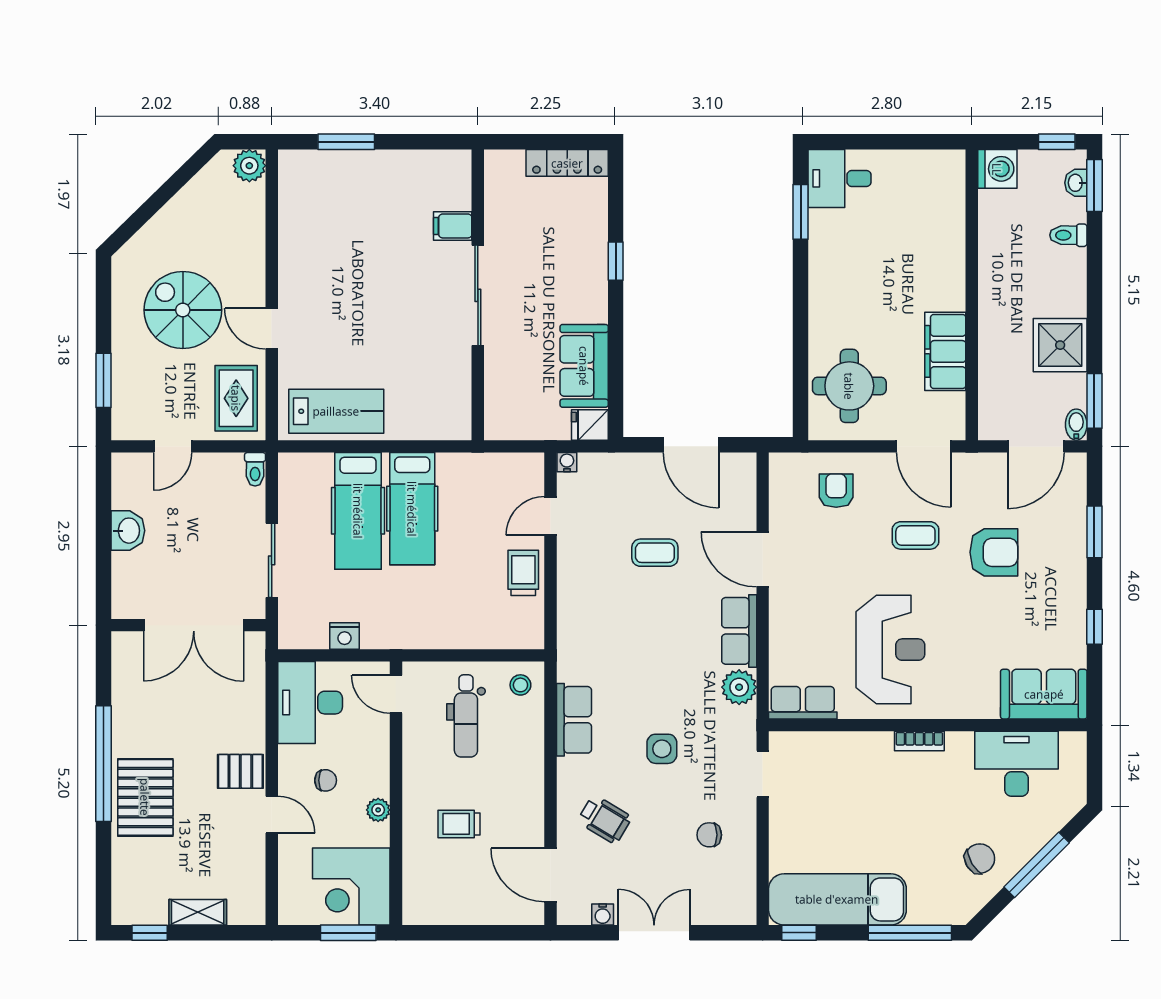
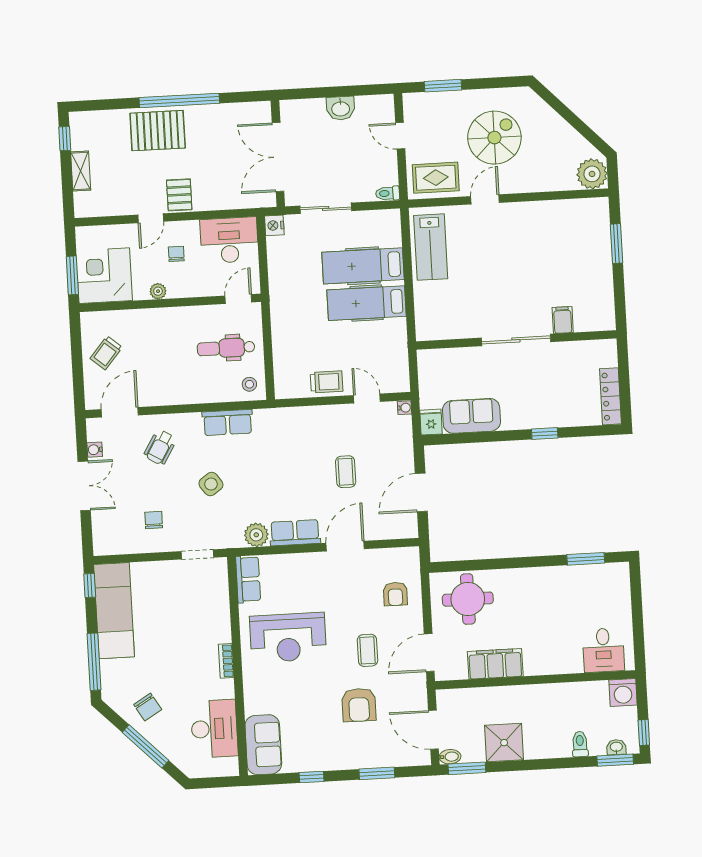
plant: (249, 166) -> (592, 174), width x1.36, depth x1.36
desk: (840, 178) -> (603, 650), moved, turned 180
armchair: (836, 491) -> (395, 594), turned 90
nightstand: (345, 636) -> (274, 225), moved
side table: (662, 749) -> (211, 484), turned -36
chair: (326, 780) -> (176, 254), turned 180
trolley: (459, 824) -> (106, 353), moved, turned -140

